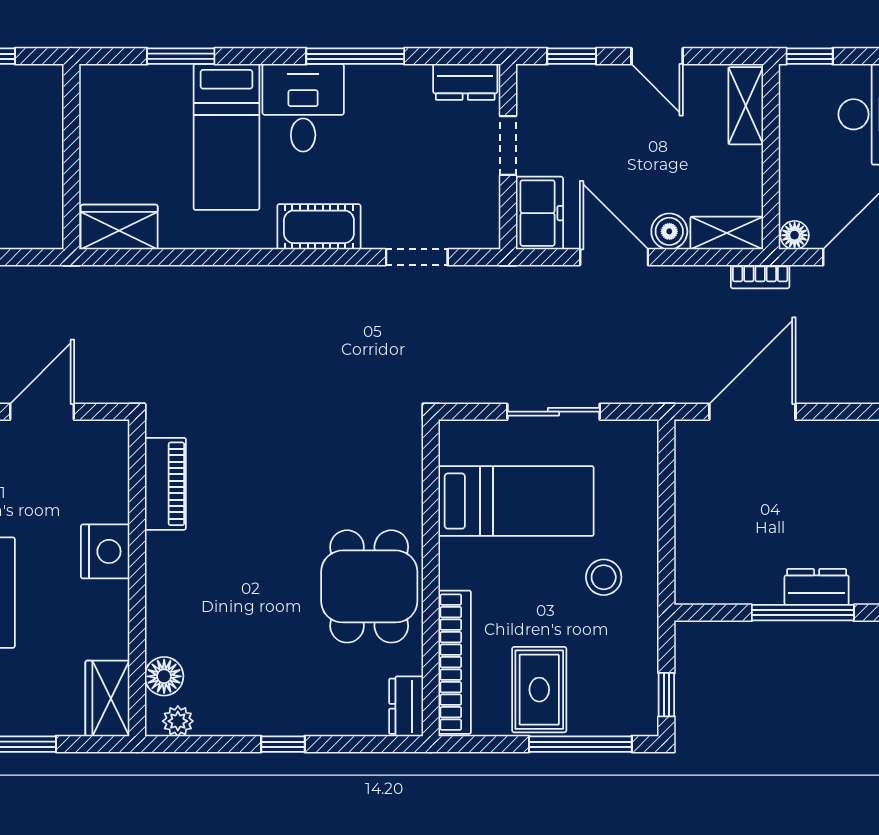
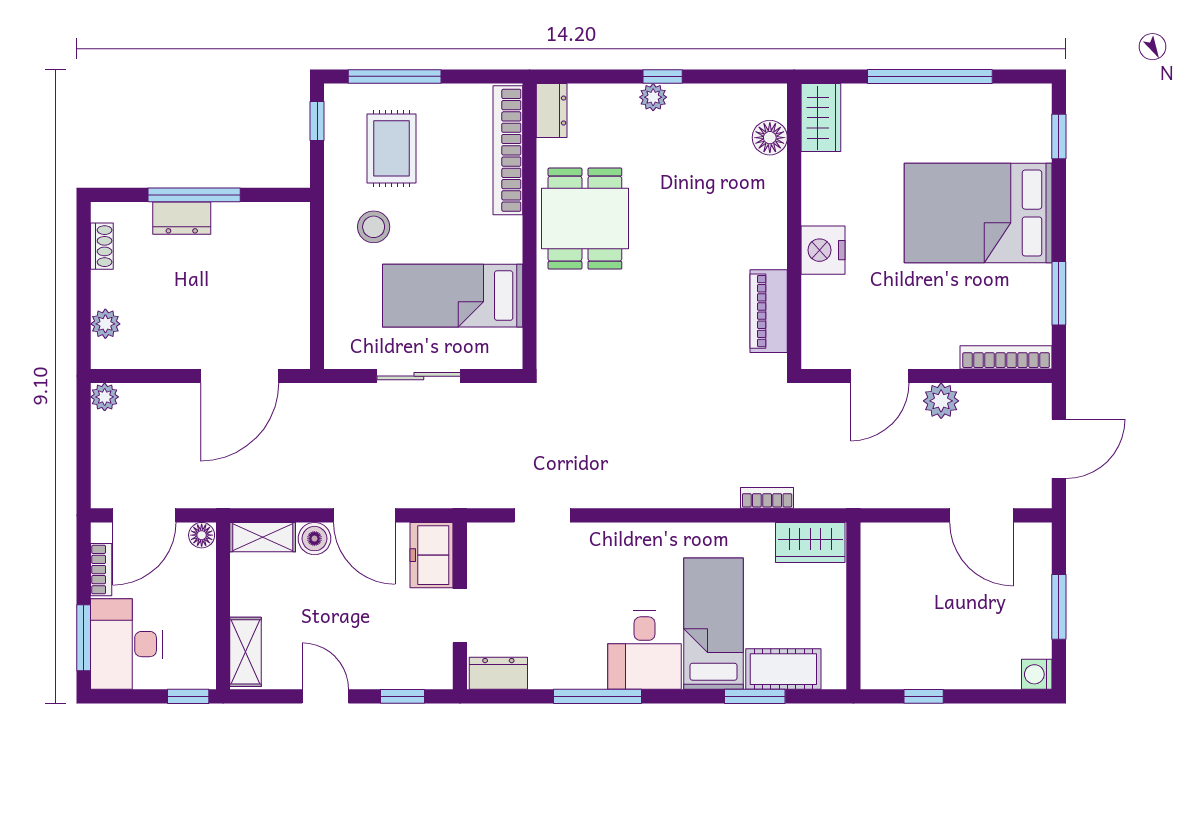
cot: (319, 227) -> (783, 669), moved
bookcase: (760, 277) -> (767, 498), moved
rug: (539, 690) -> (391, 148), moved
plant: (178, 721) -> (653, 97), moved

